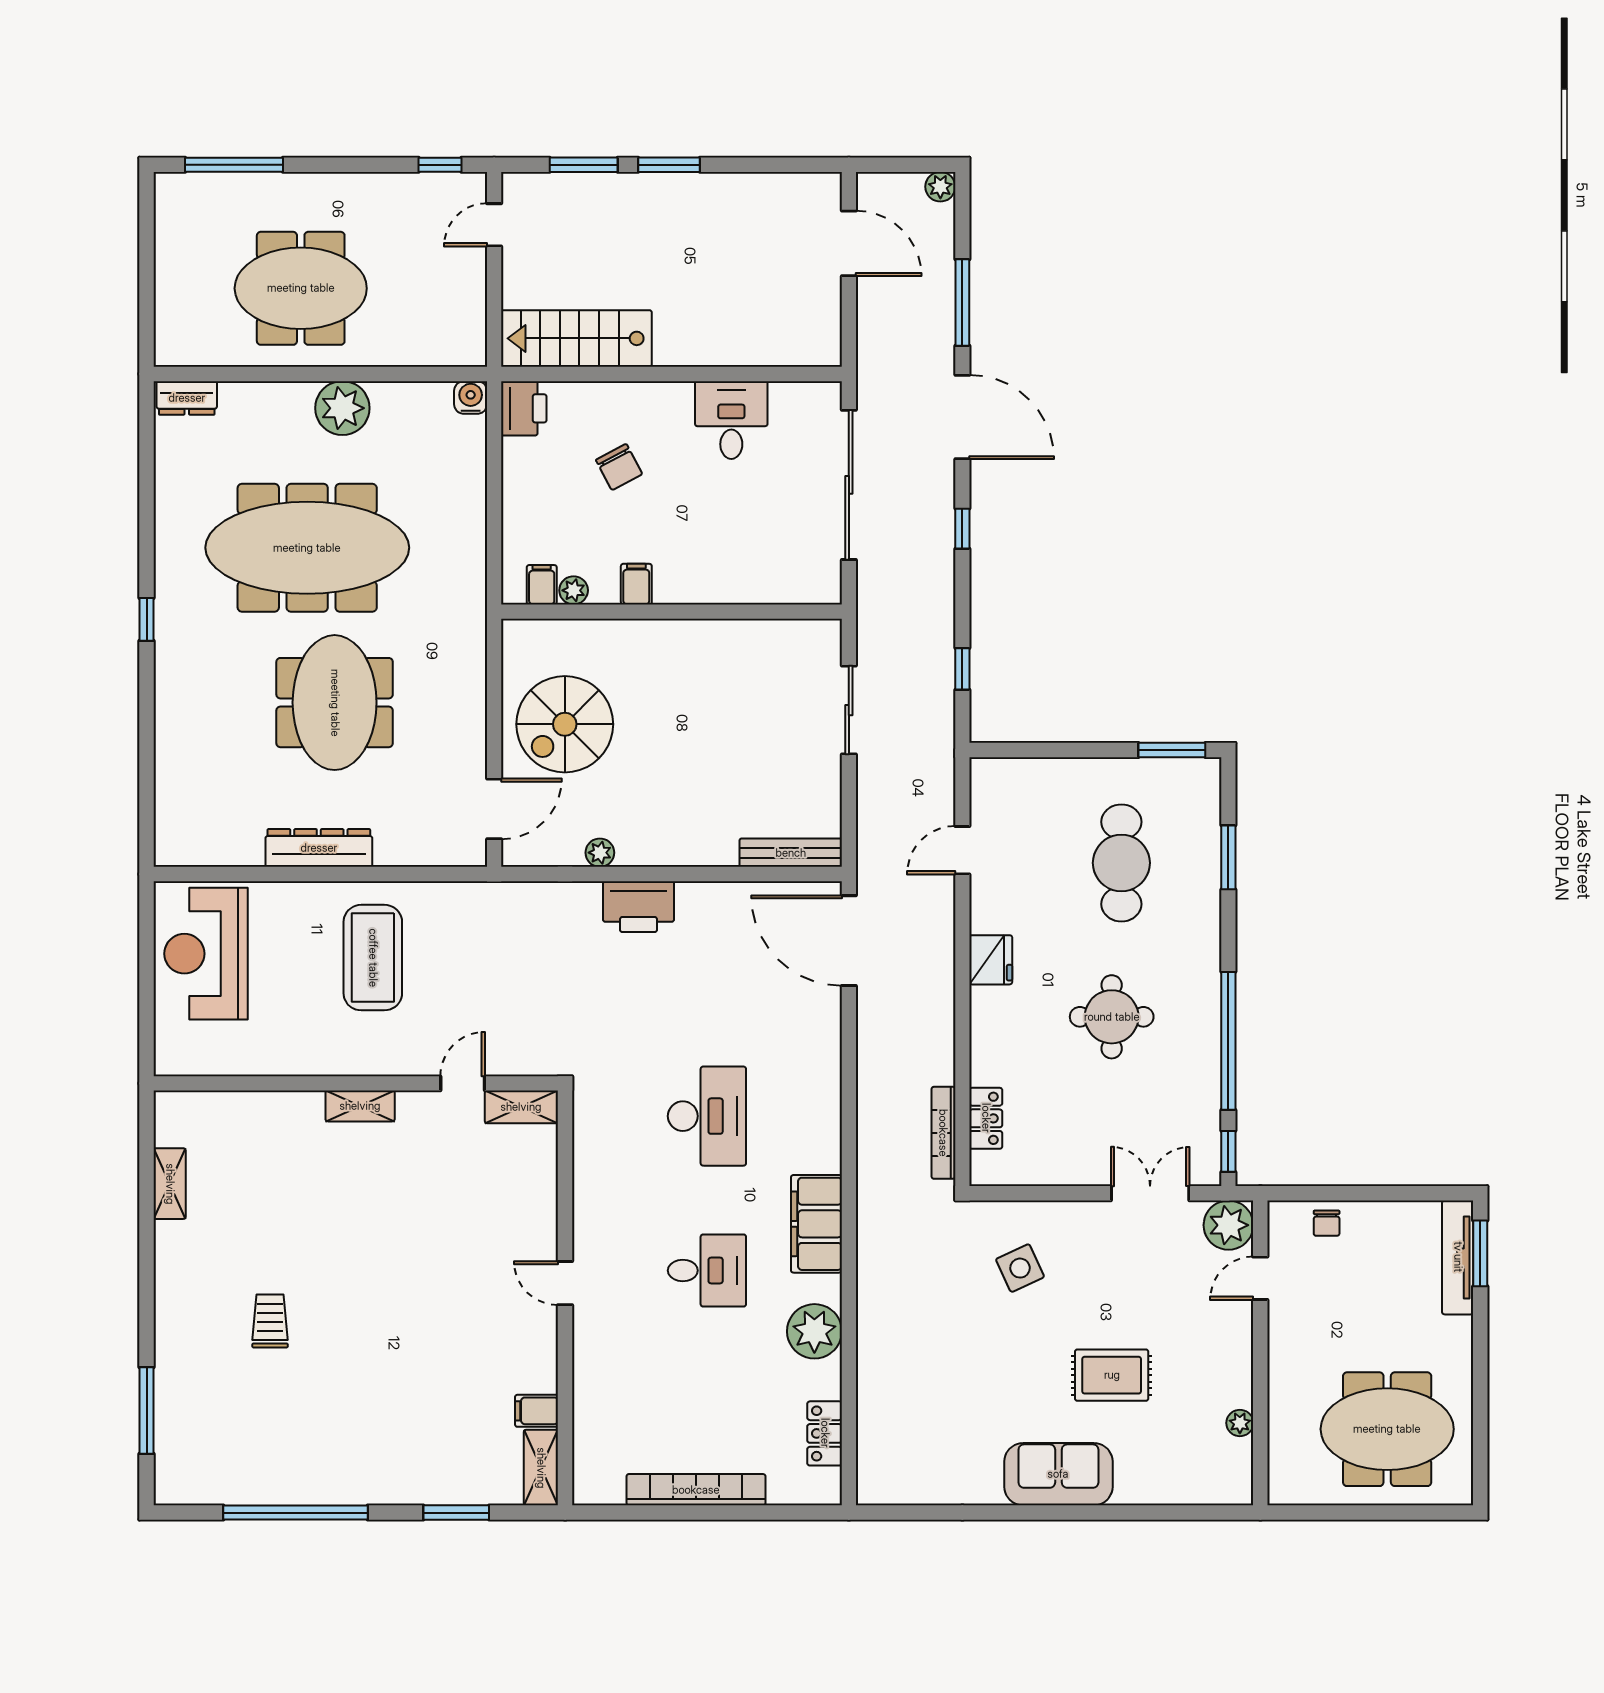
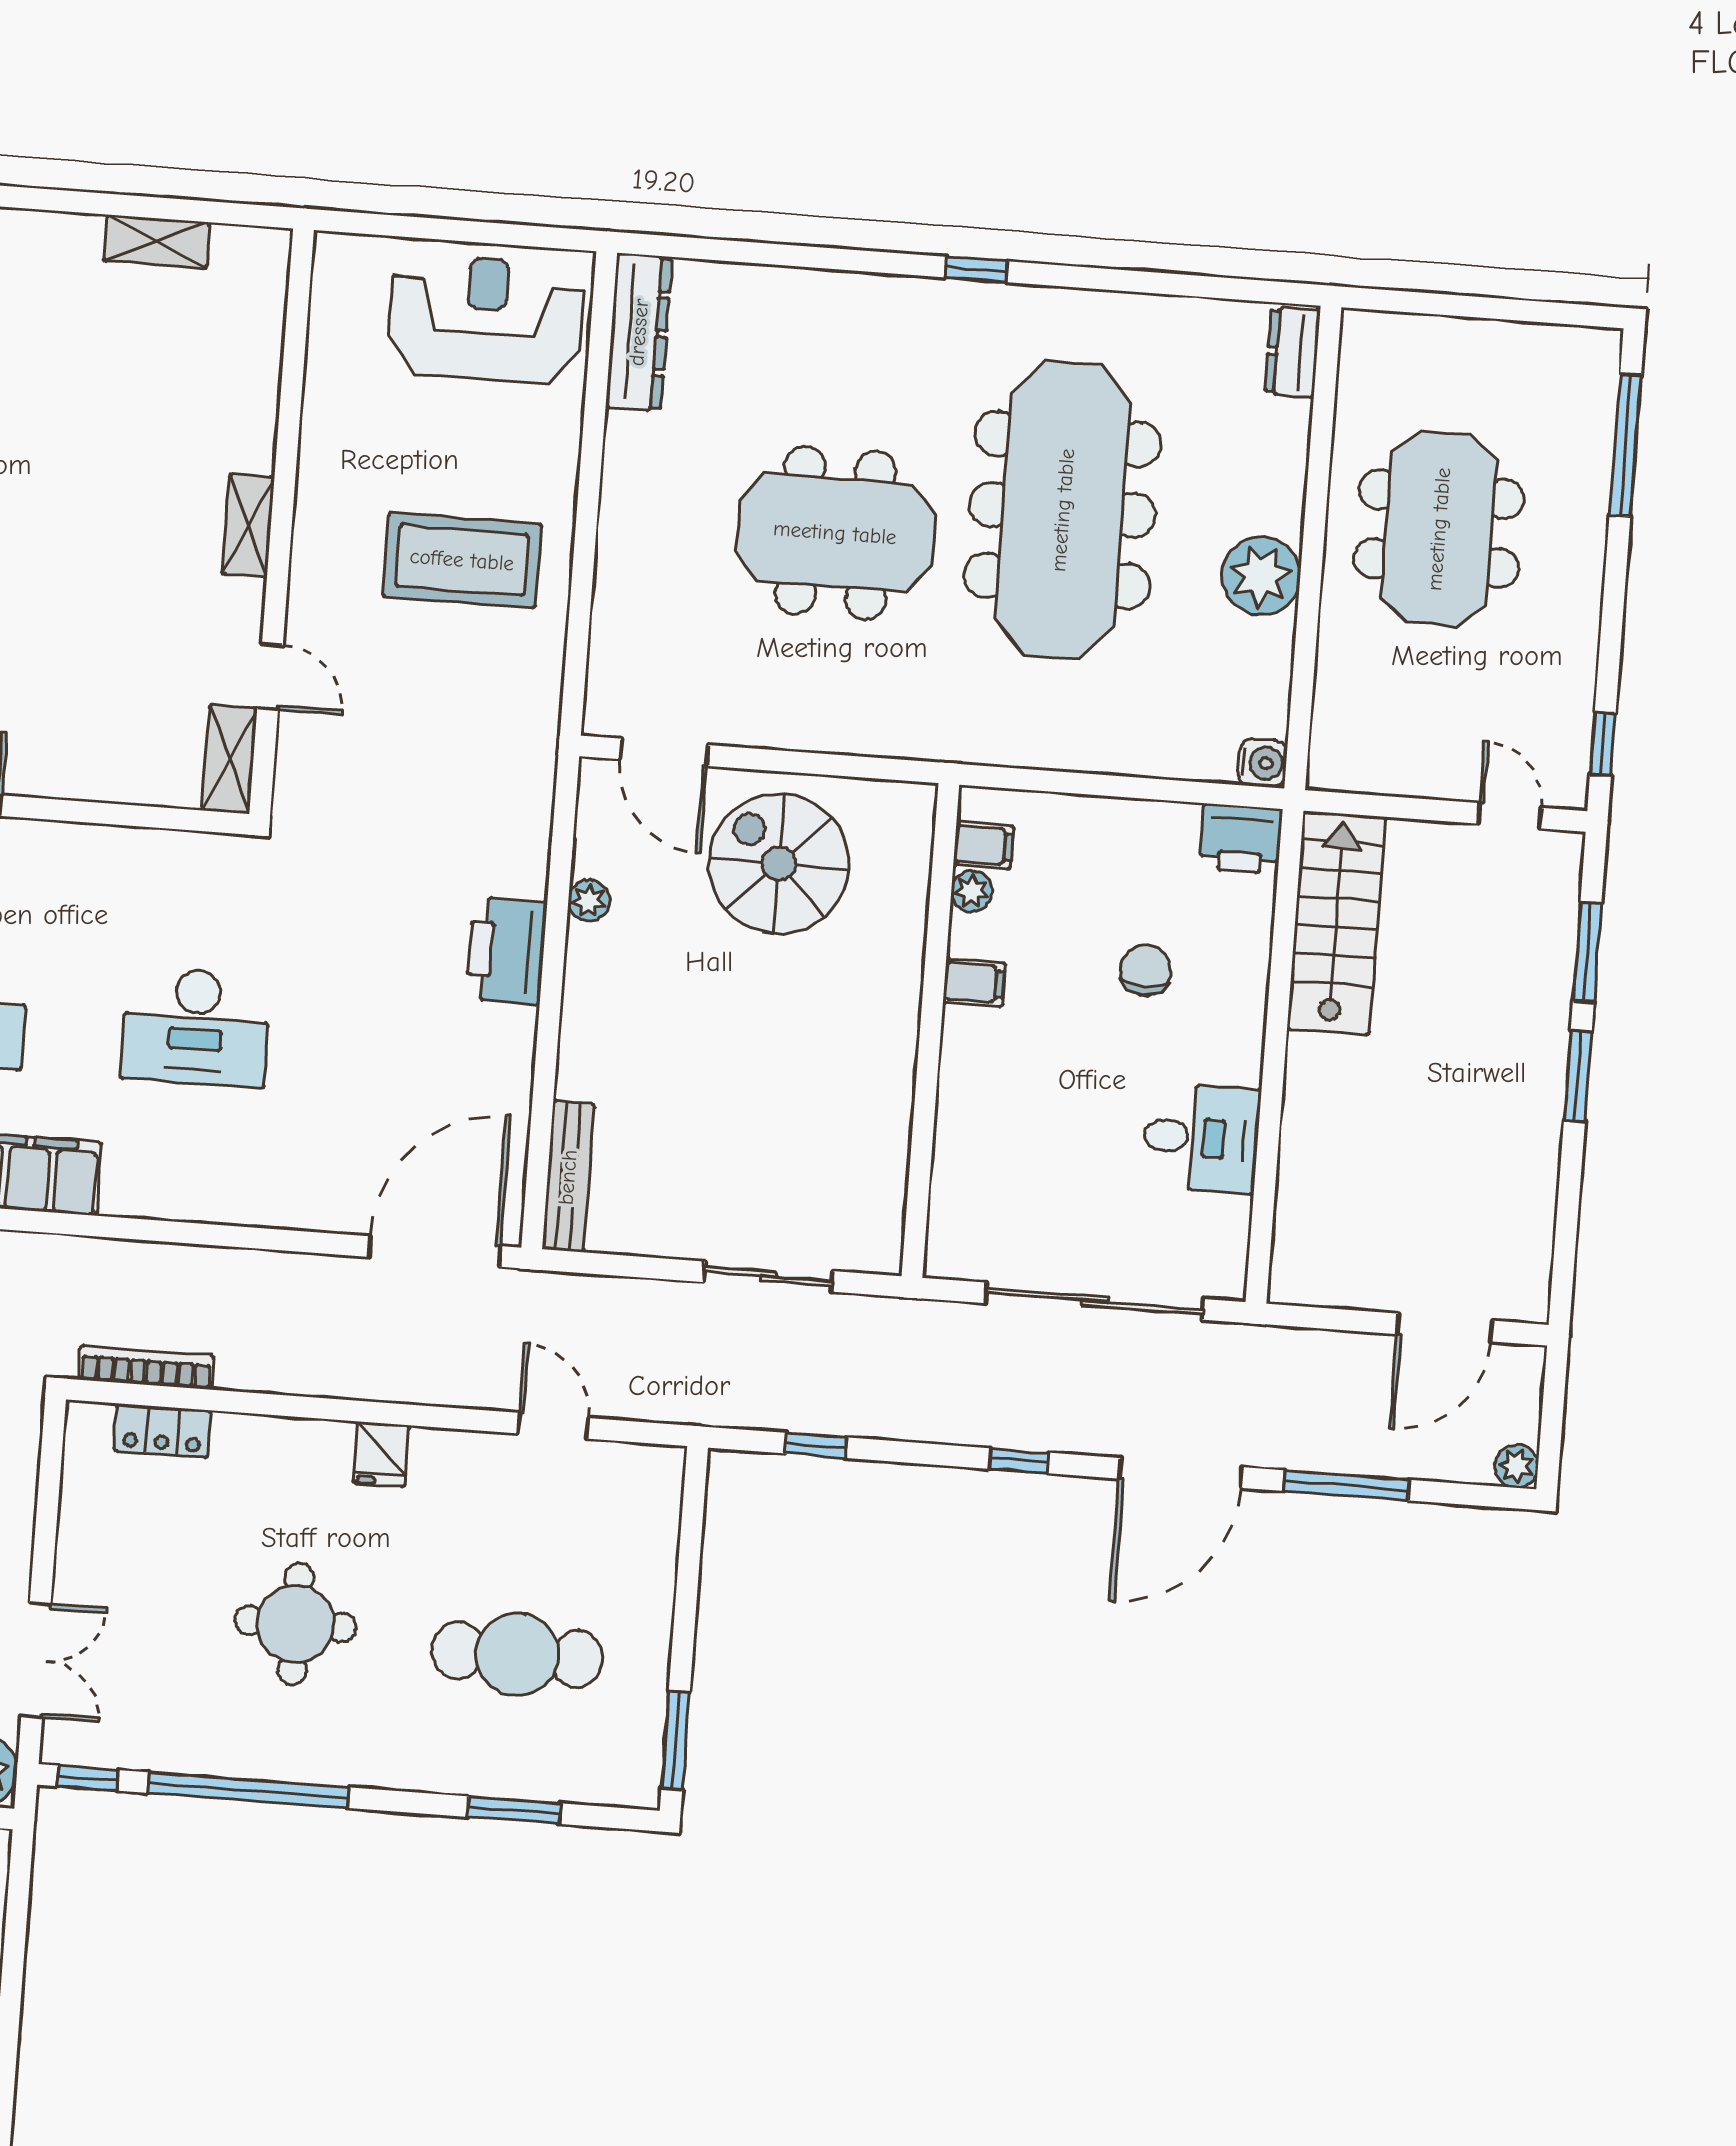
chair: (619, 467) -> (1146, 970), turned 118
dresser: (319, 848) -> (639, 332), moved
fridge: (991, 960) -> (381, 1454), width x0.72

